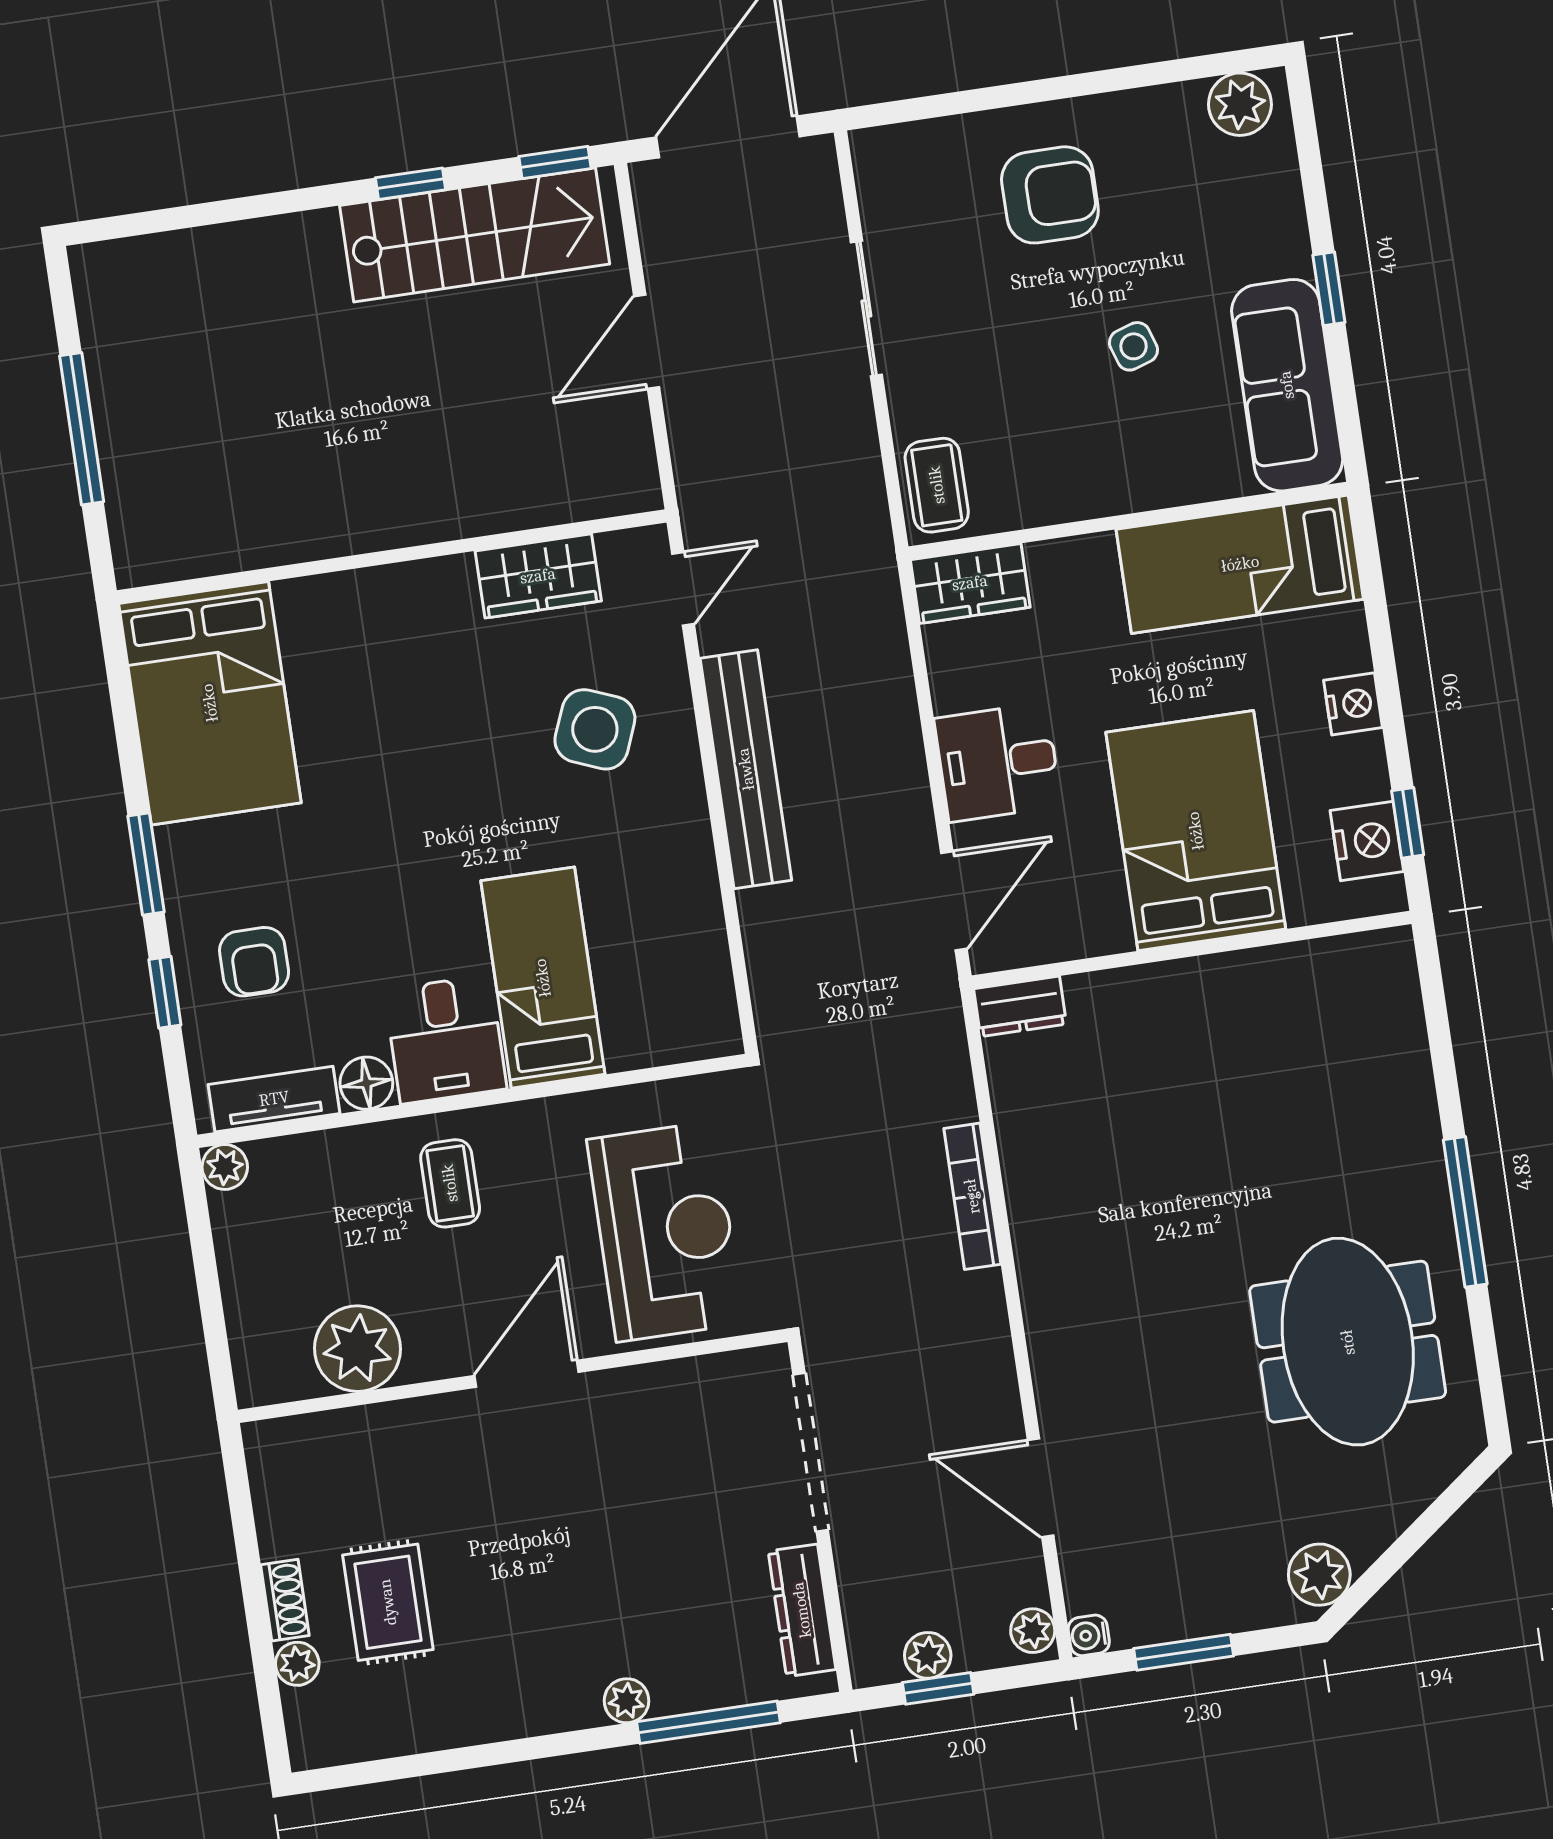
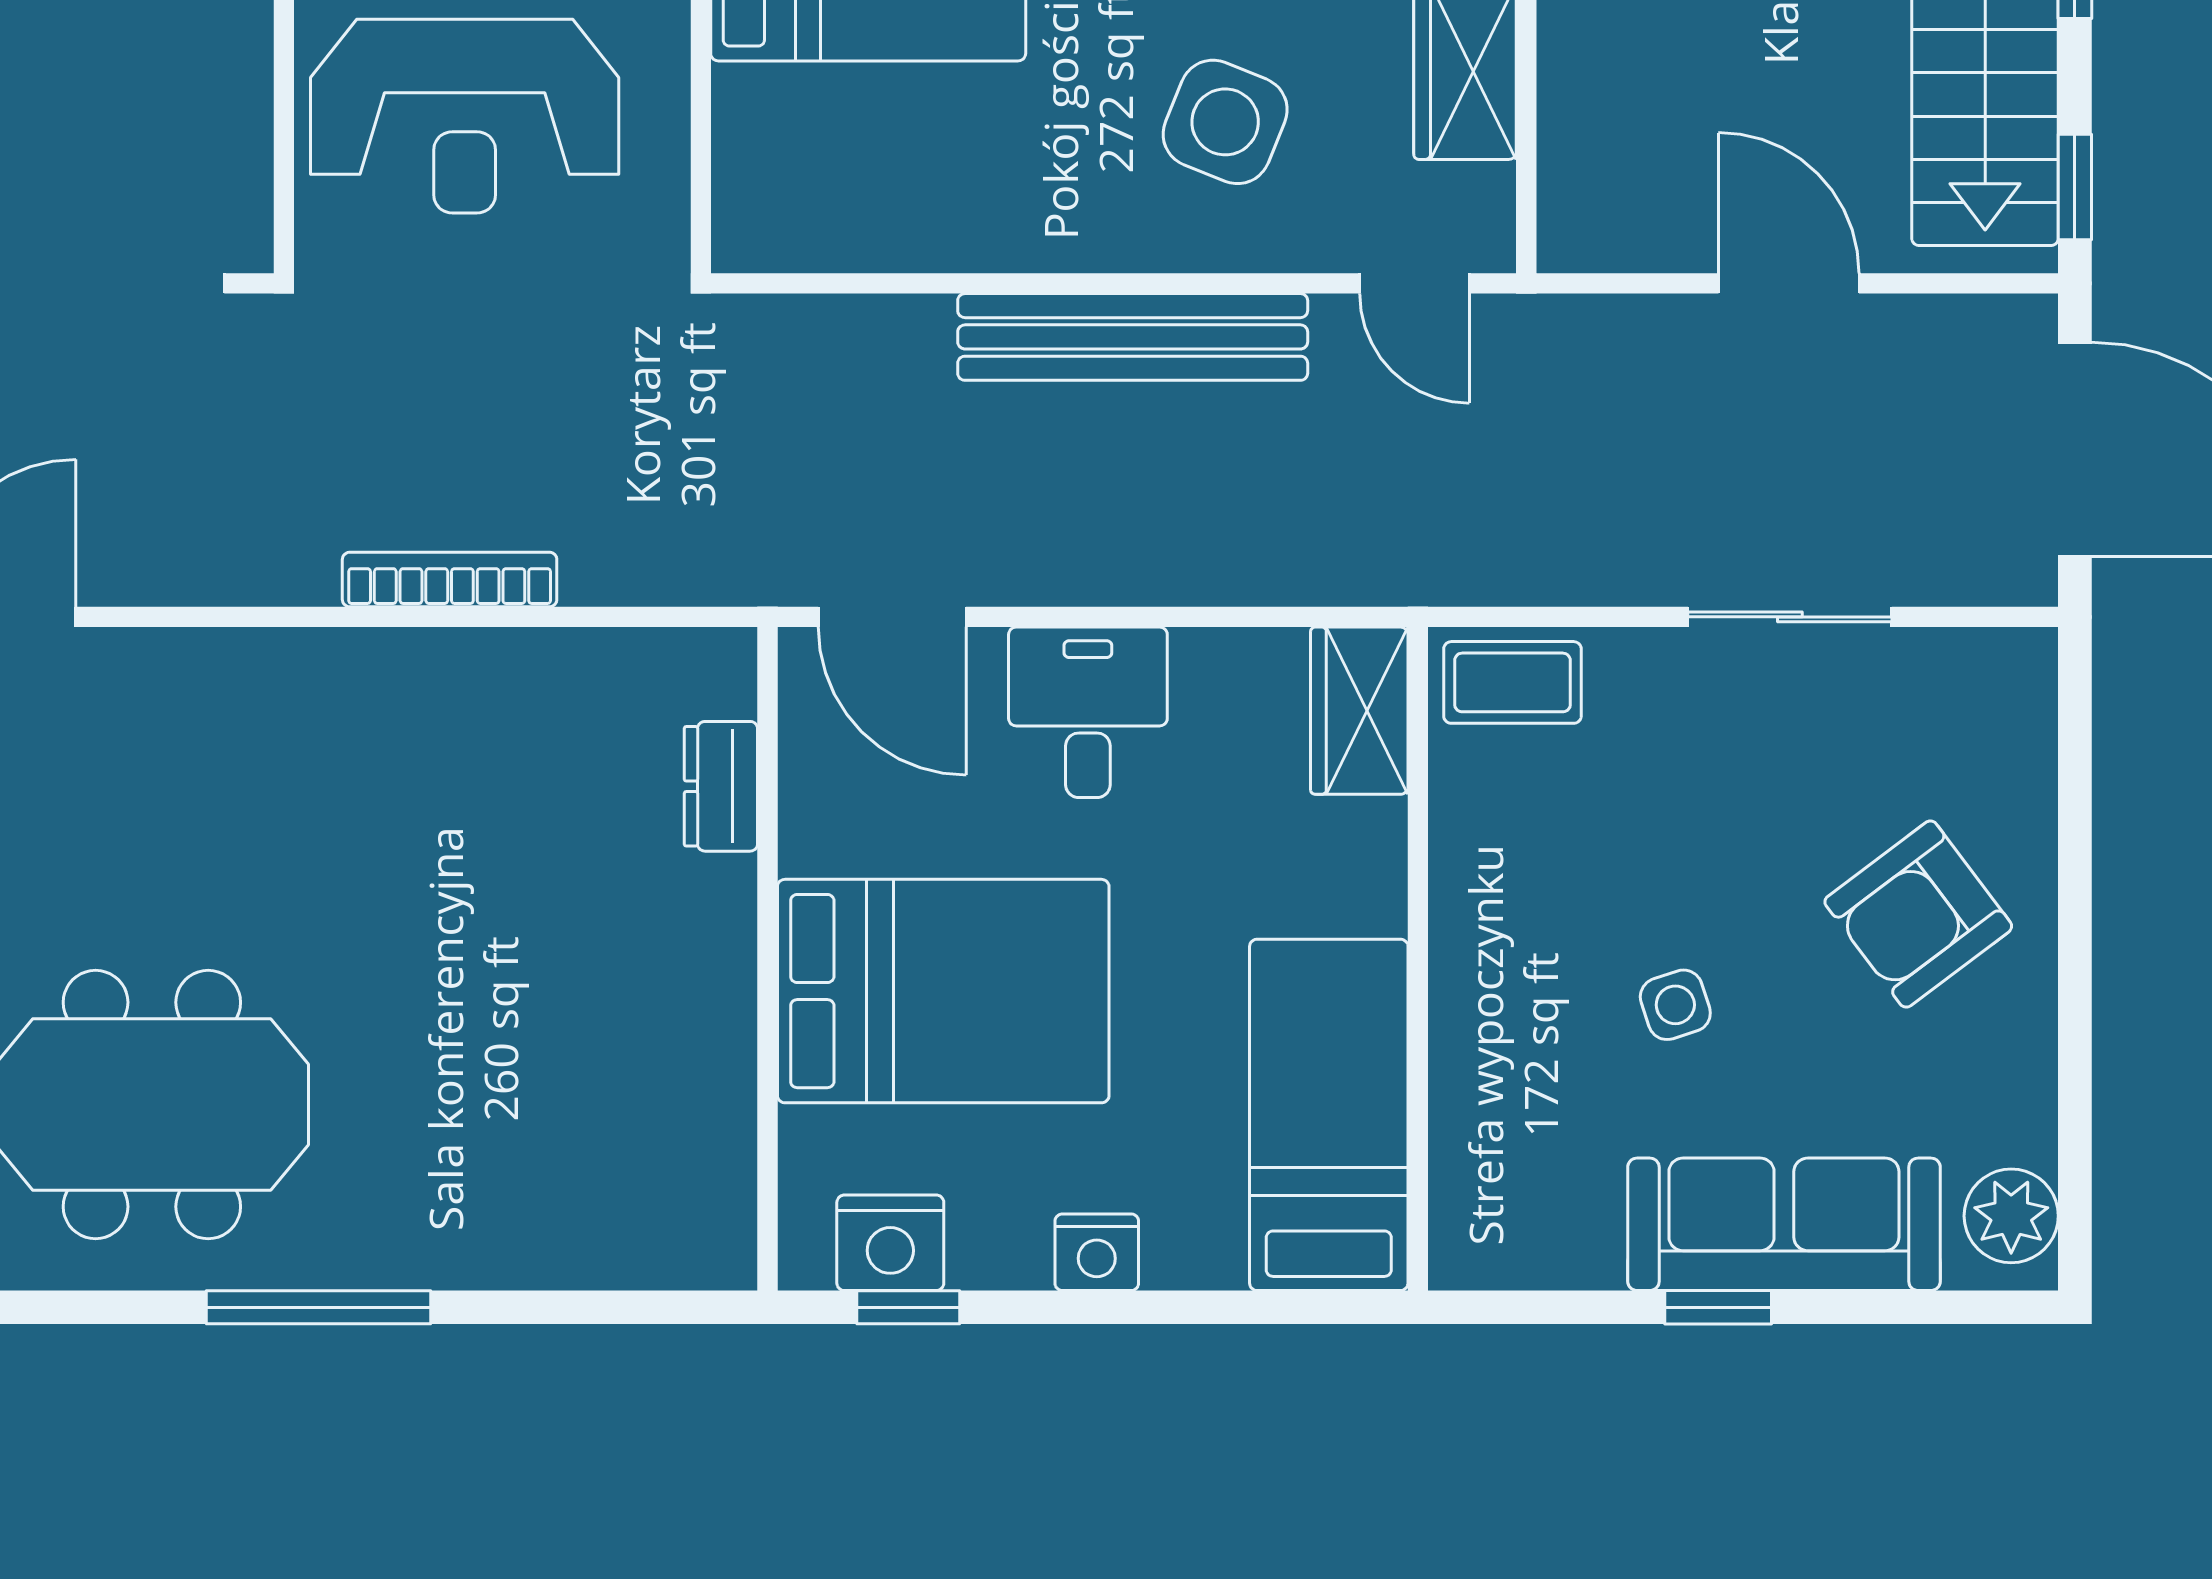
armchair: (1050, 195) -> (1918, 914), turned 53
sofa: (1287, 385) -> (1784, 1224), moved
dresser: (1020, 1006) -> (721, 786), moved

